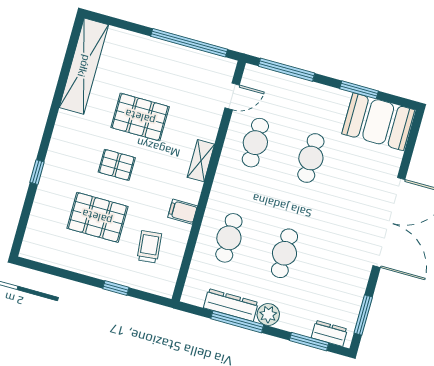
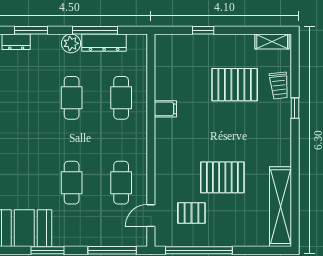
shelving: (201, 161) -> (272, 42), moved, turned 90
pallet: (117, 165) -> (191, 213), moved
trolley: (149, 247) -> (279, 86), moved

